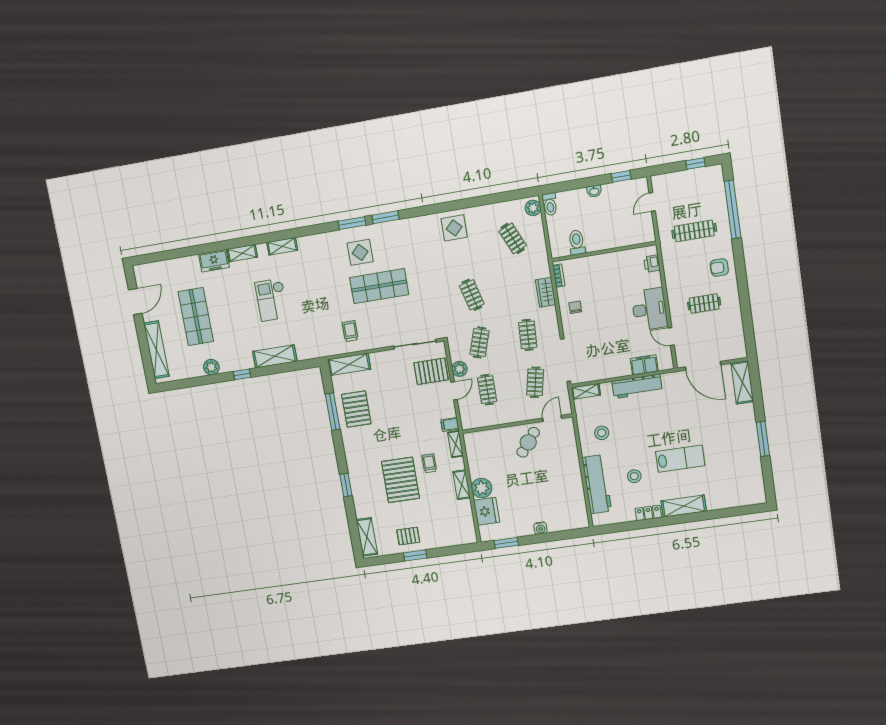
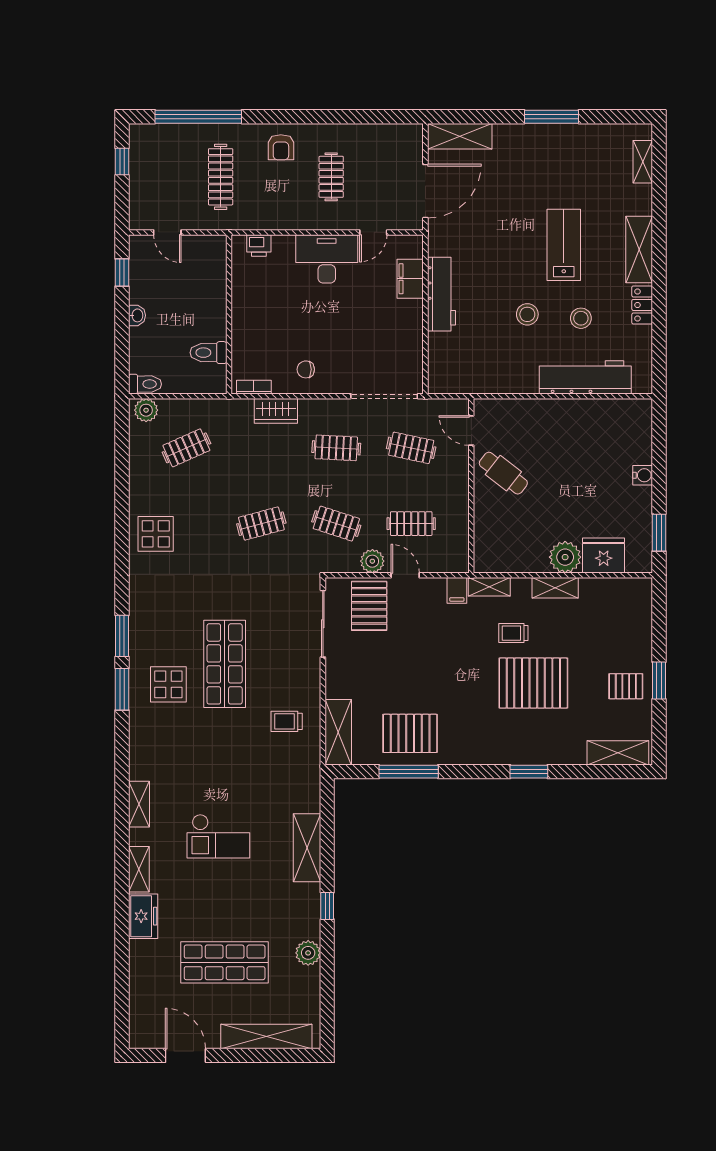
shelving: (586, 391) -> (643, 162), moved
stool: (602, 433) -> (527, 314), moved
pallet: (408, 536) -> (626, 686), turned 90

